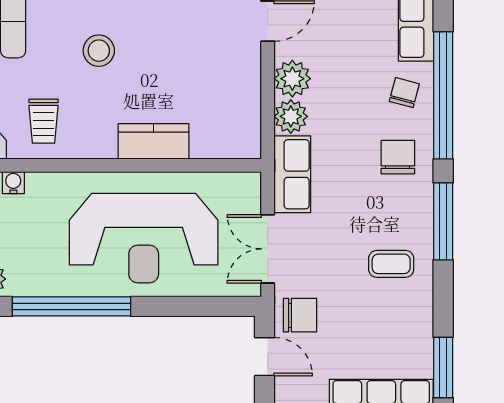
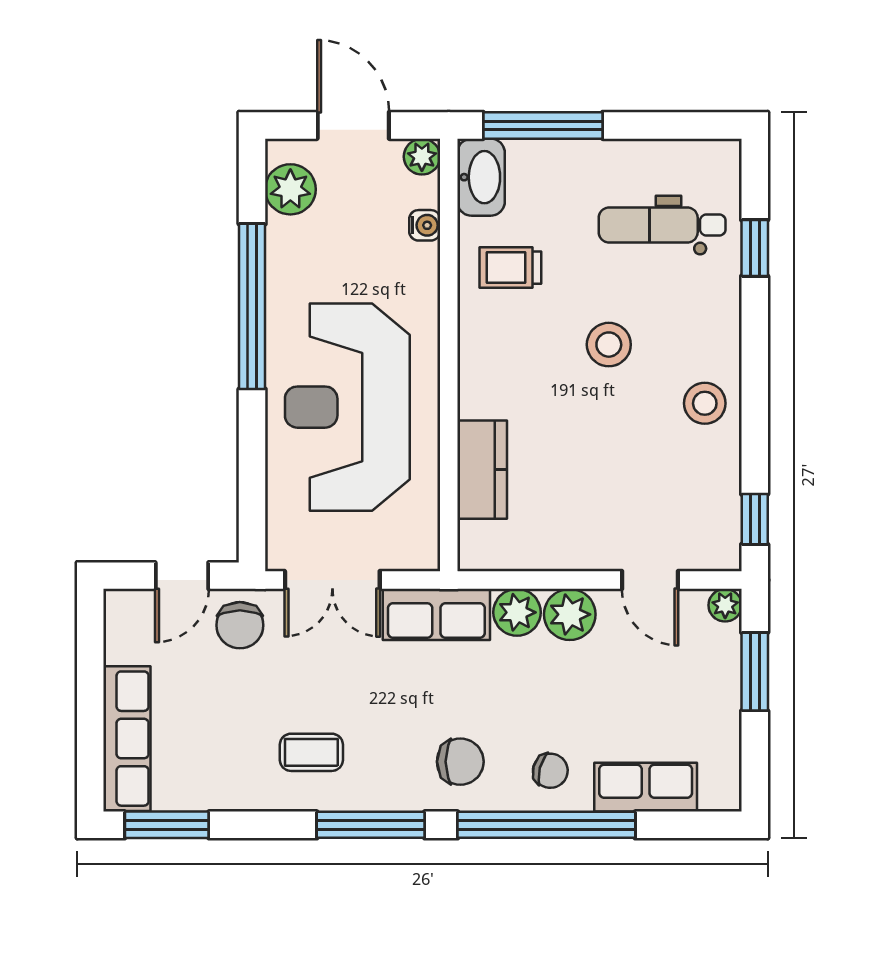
kitchen counter: (154, 141) -> (482, 470), moved
double door: (268, 249) -> (332, 580), swing flipped
coffee table: (391, 264) -> (311, 752), turned 90

